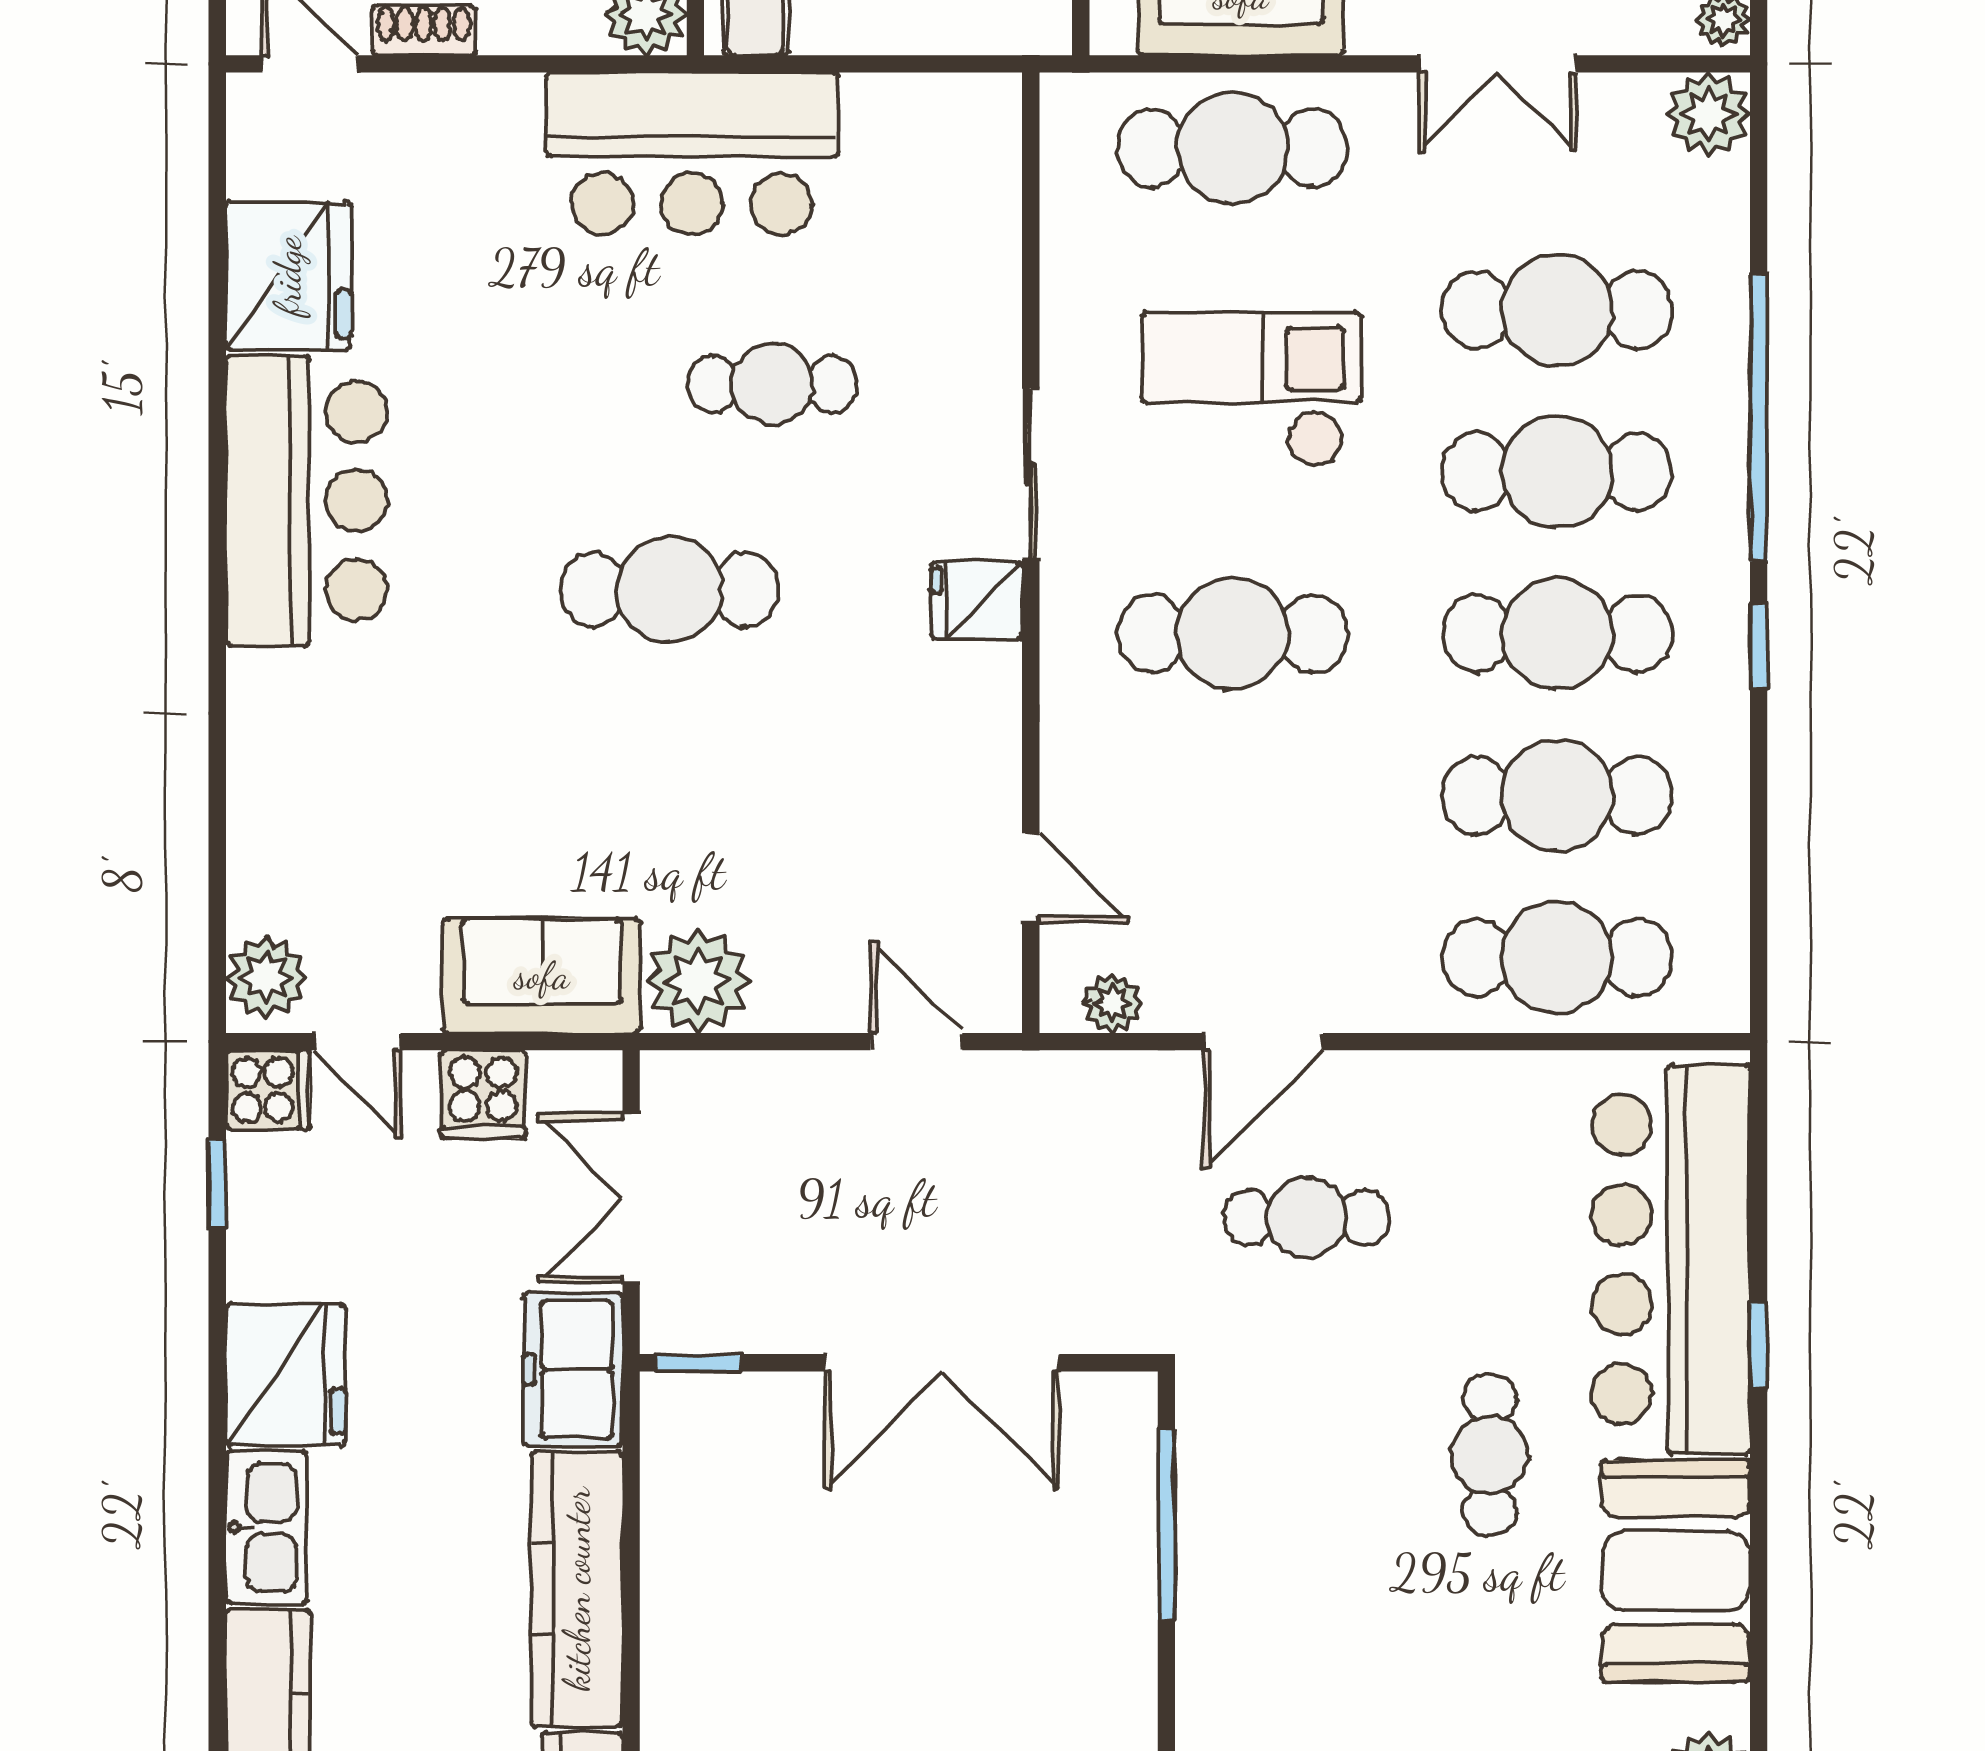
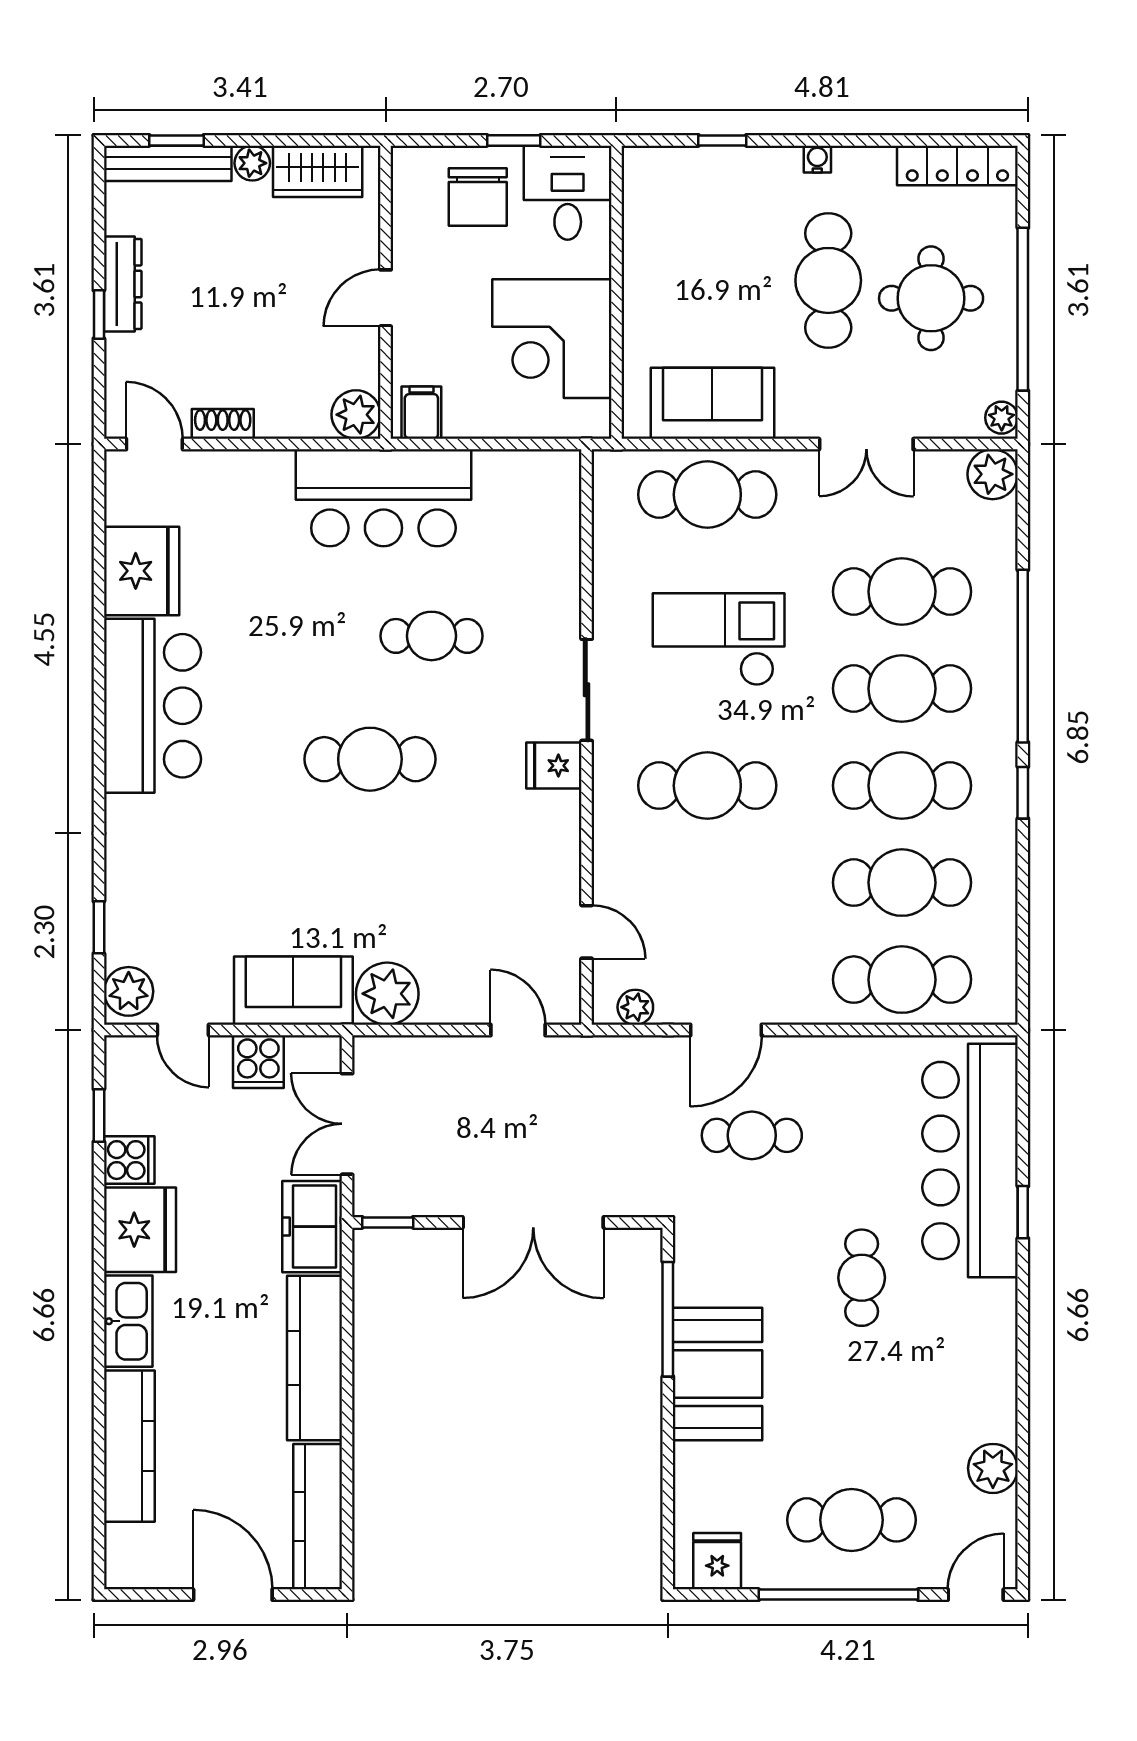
window: (217, 870) -> (99, 927), added
cooker: (268, 1090) -> (129, 1160), moved
booth: (1676, 1571) -> (717, 1374), moved

